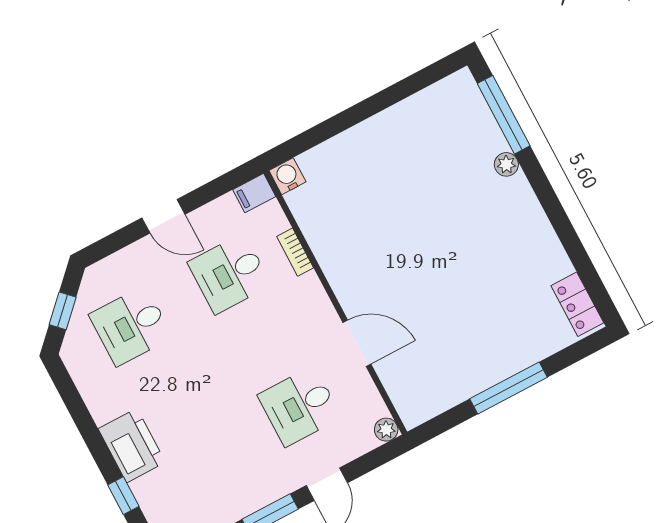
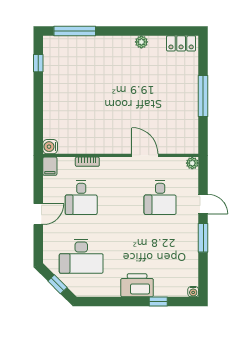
window: (417, 82) -> (38, 63), added
plant: (506, 164) -> (141, 42), moved
desk: (131, 326) -> (81, 256), width x1.37
door: (357, 343) -> (145, 155), hinge flipped

